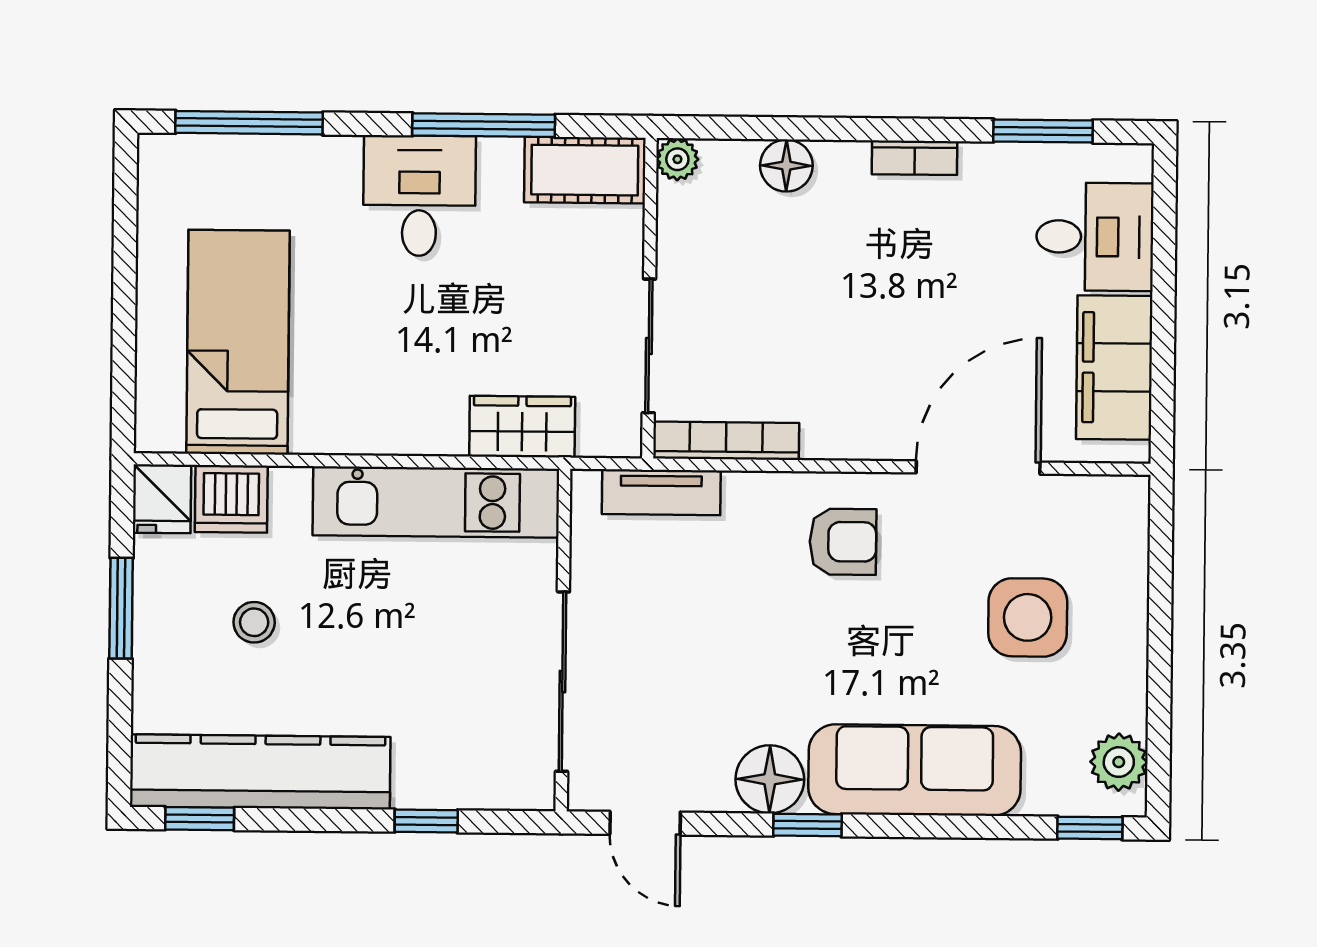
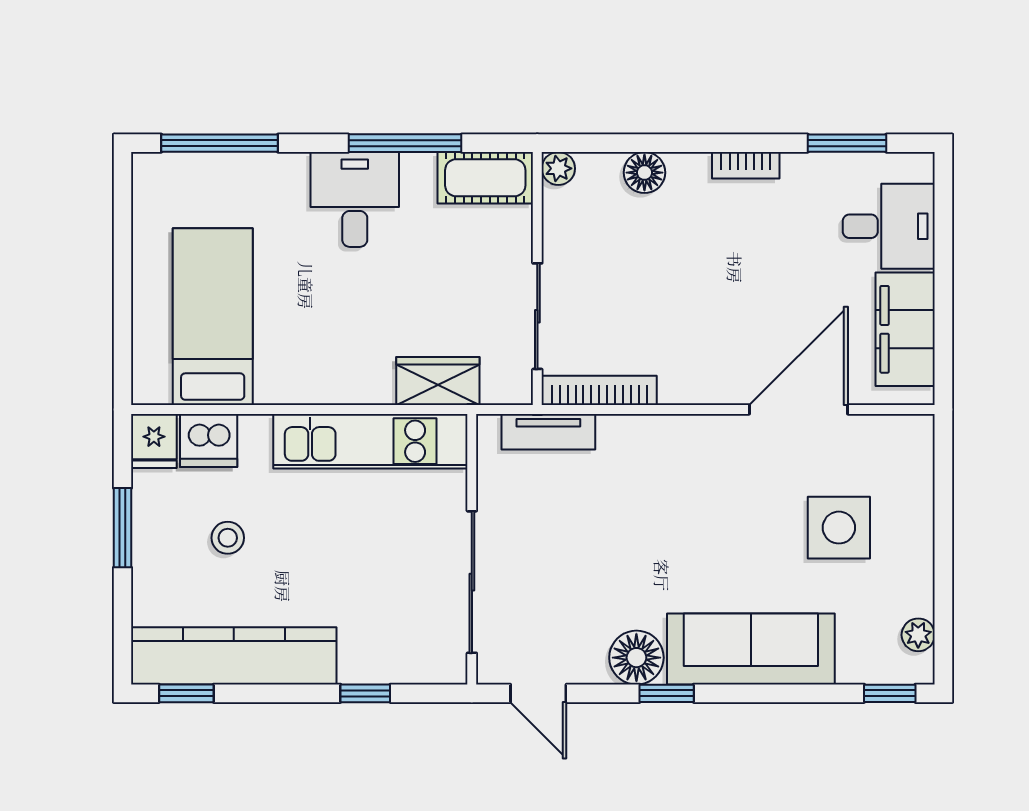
armchair: (843, 542) -> (692, 469), removed
plant: (1119, 762) -> (918, 635), width x0.73, depth x0.73

